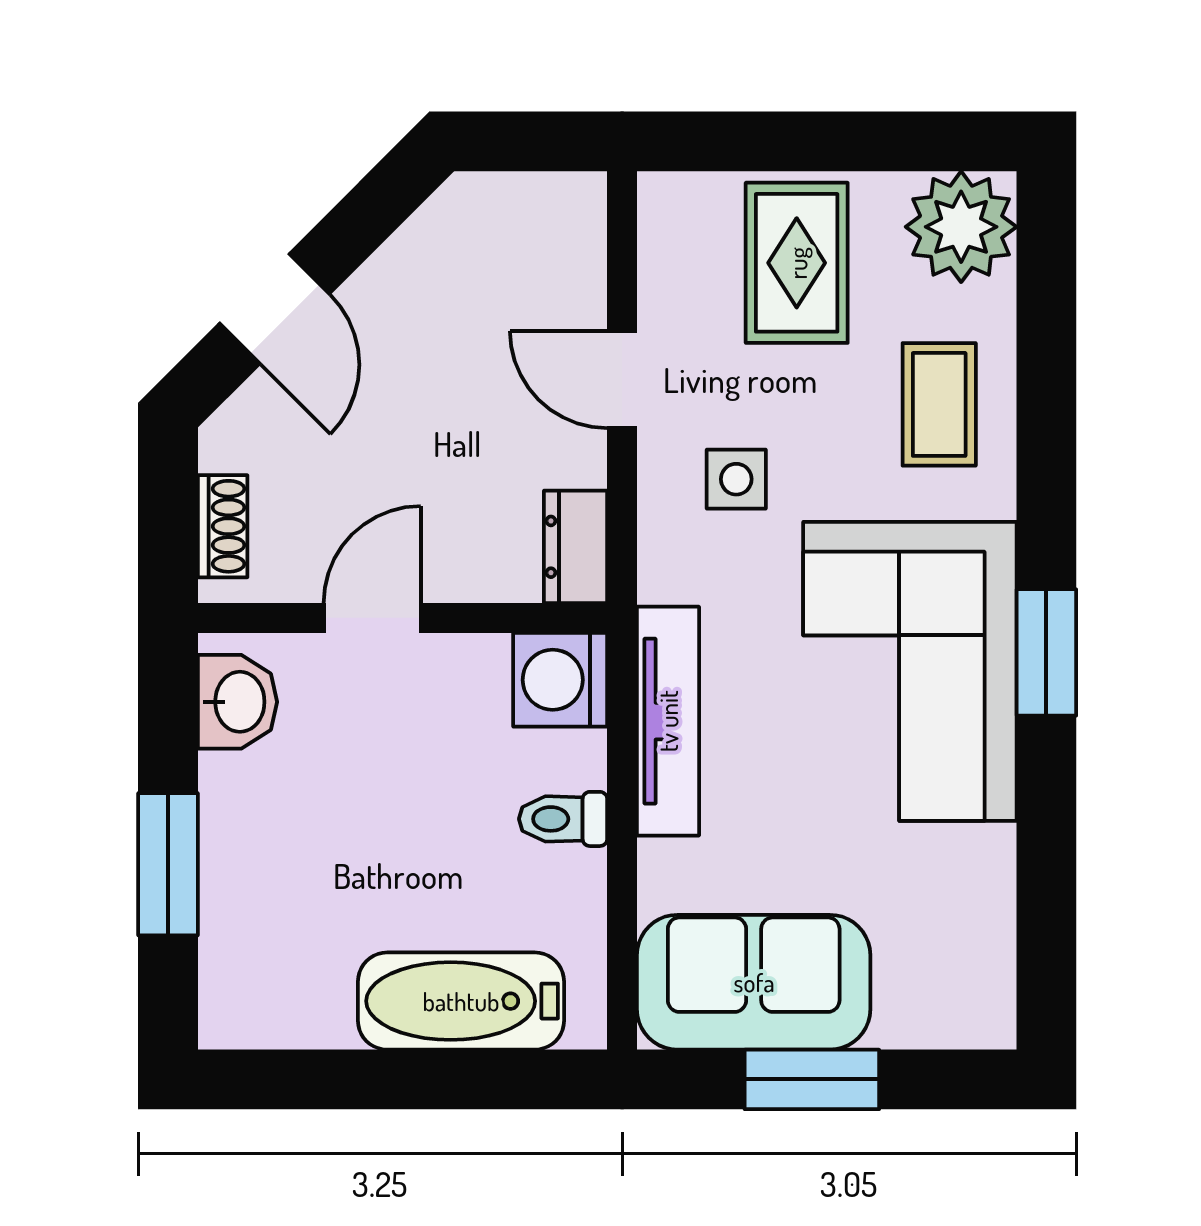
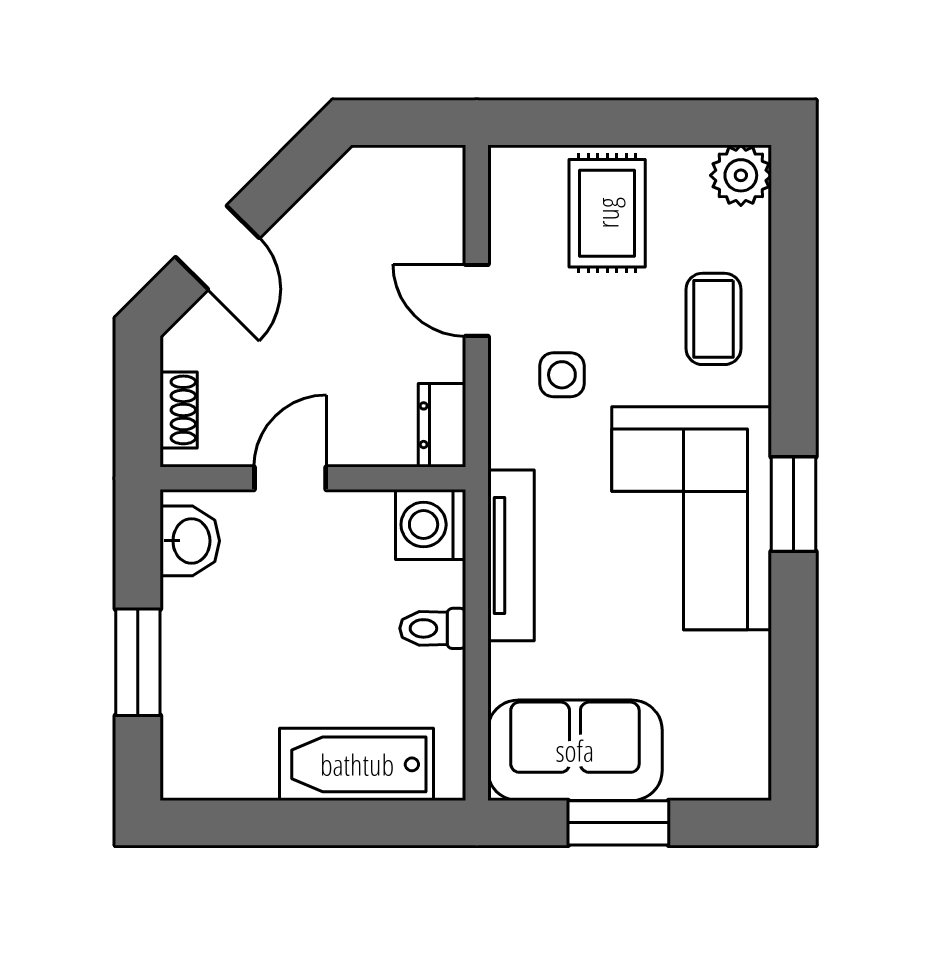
plant: (961, 227) -> (741, 175), width x0.73, depth x0.73

